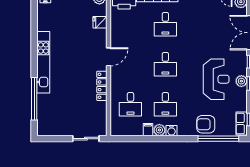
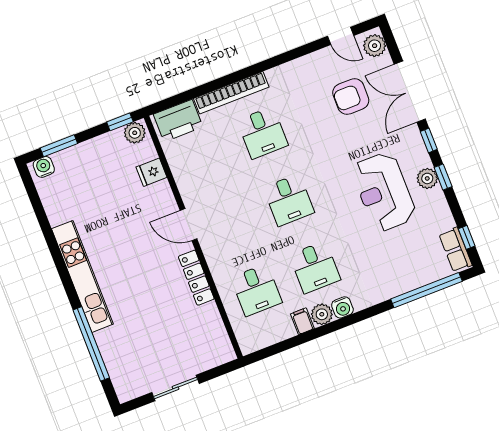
door: (109, 57) -> (189, 225), swing flipped
reception desk: (216, 79) -> (384, 192), turned 180
armchair: (206, 124) -> (351, 97), moved
sliding door: (86, 139) -> (175, 388), moved

